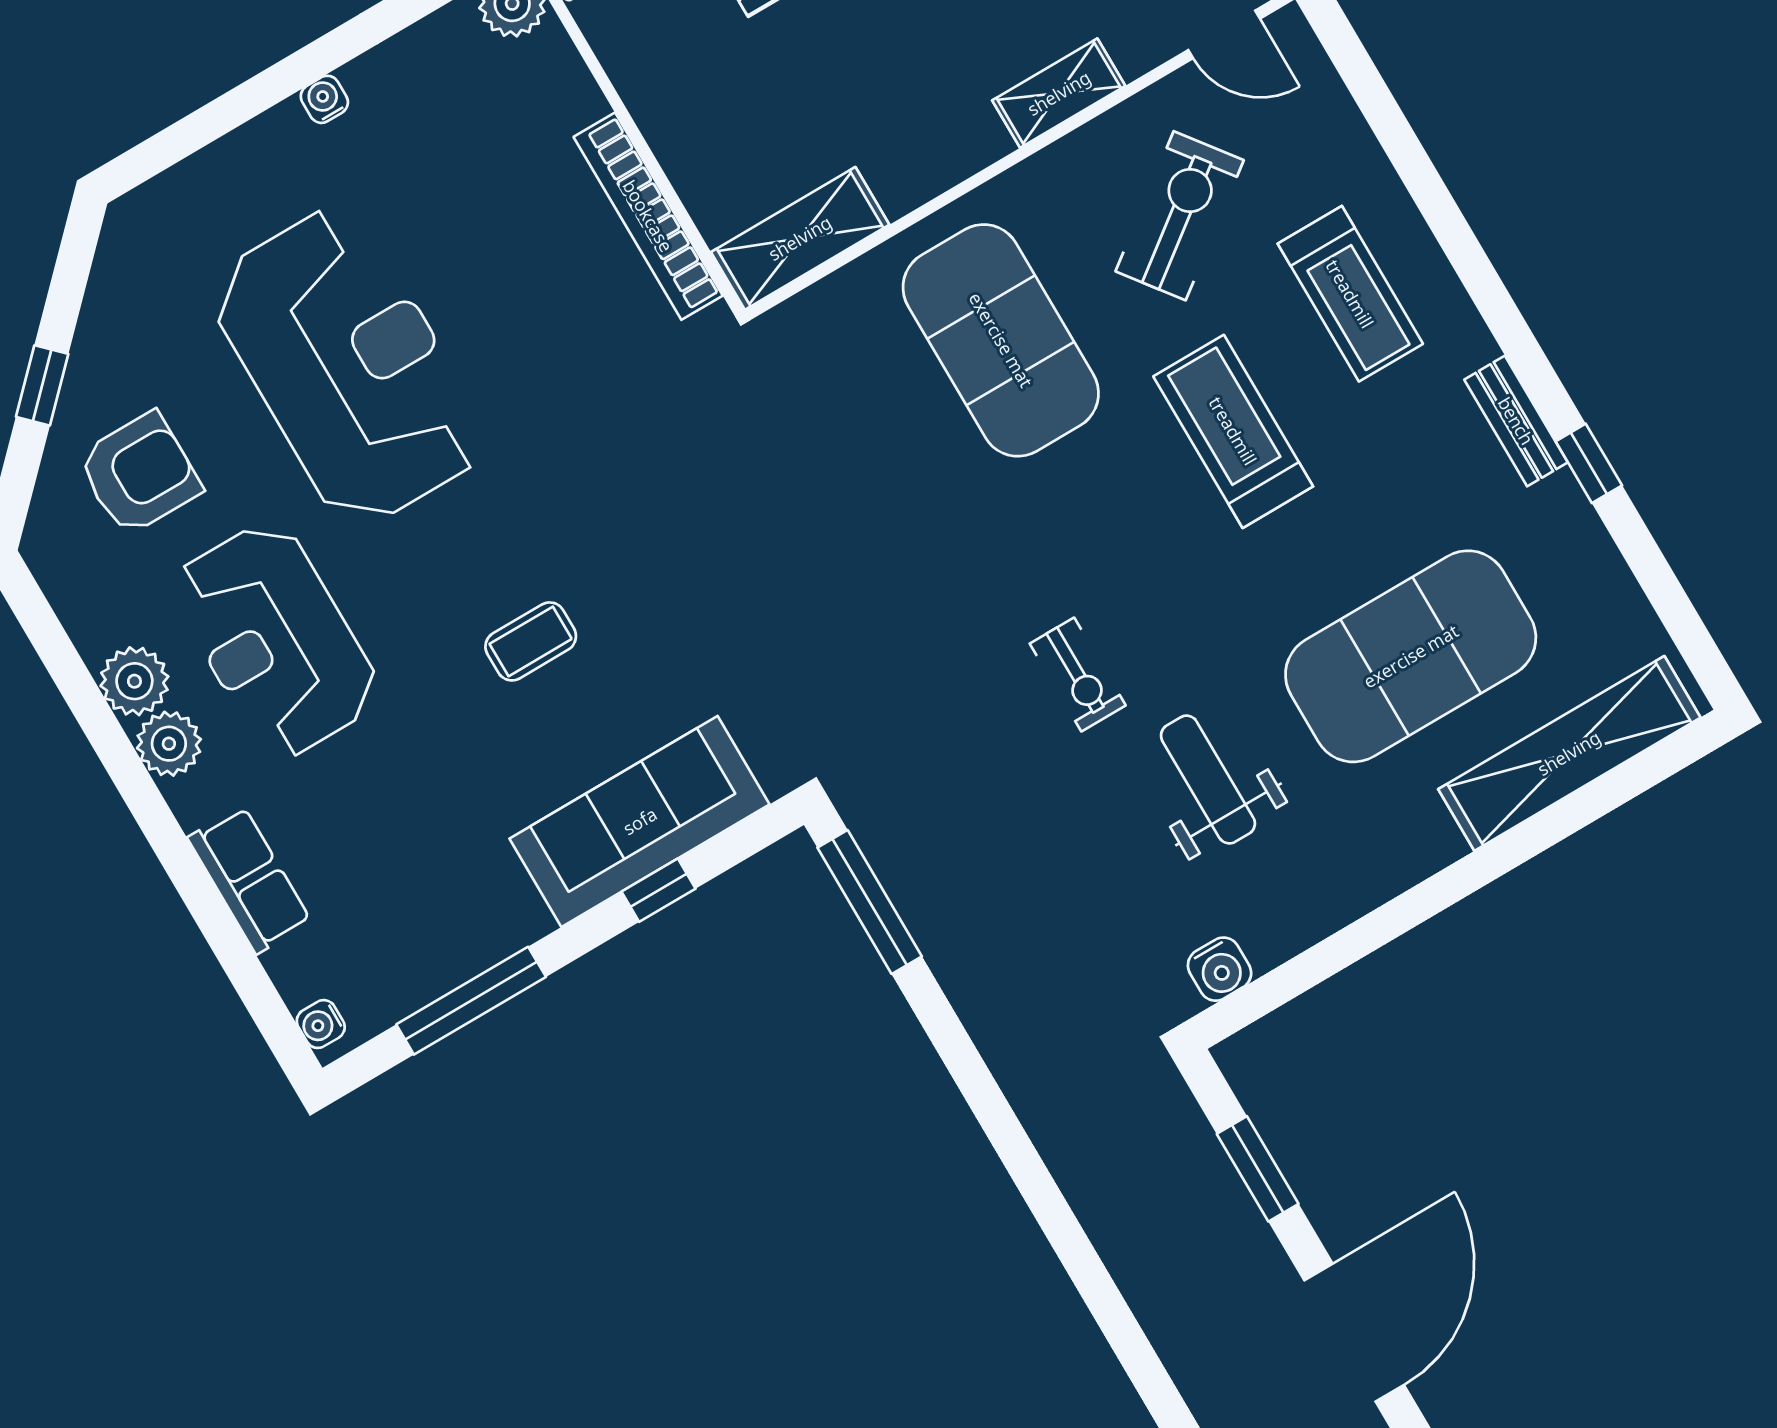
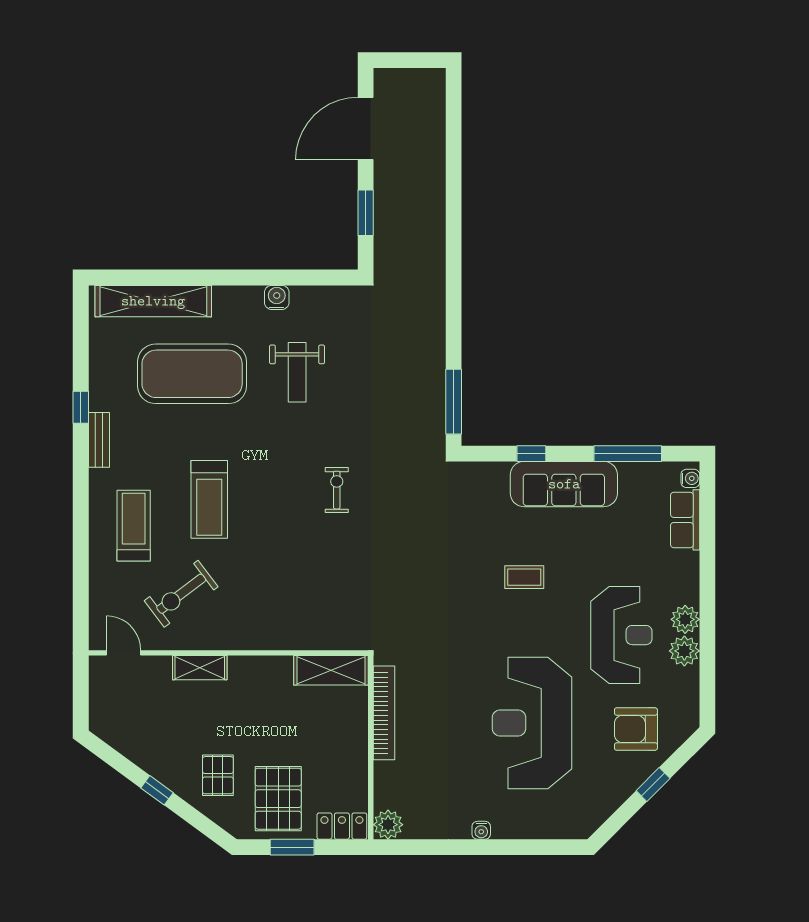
exercise mat: (1001, 340) -> (277, 586), removed
exercise bike: (1078, 674) -> (337, 490), moved
sofa: (640, 821) -> (564, 484), moved
row of seats: (249, 880) -> (685, 520), moved
water cooler: (1220, 969) -> (277, 297), moved

